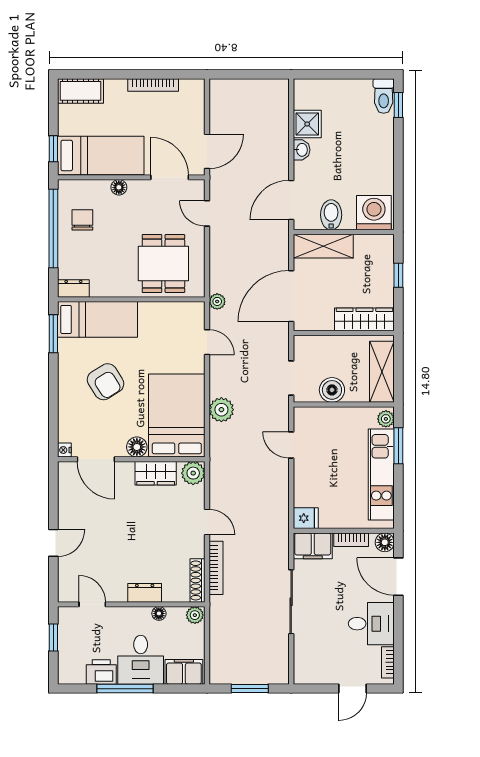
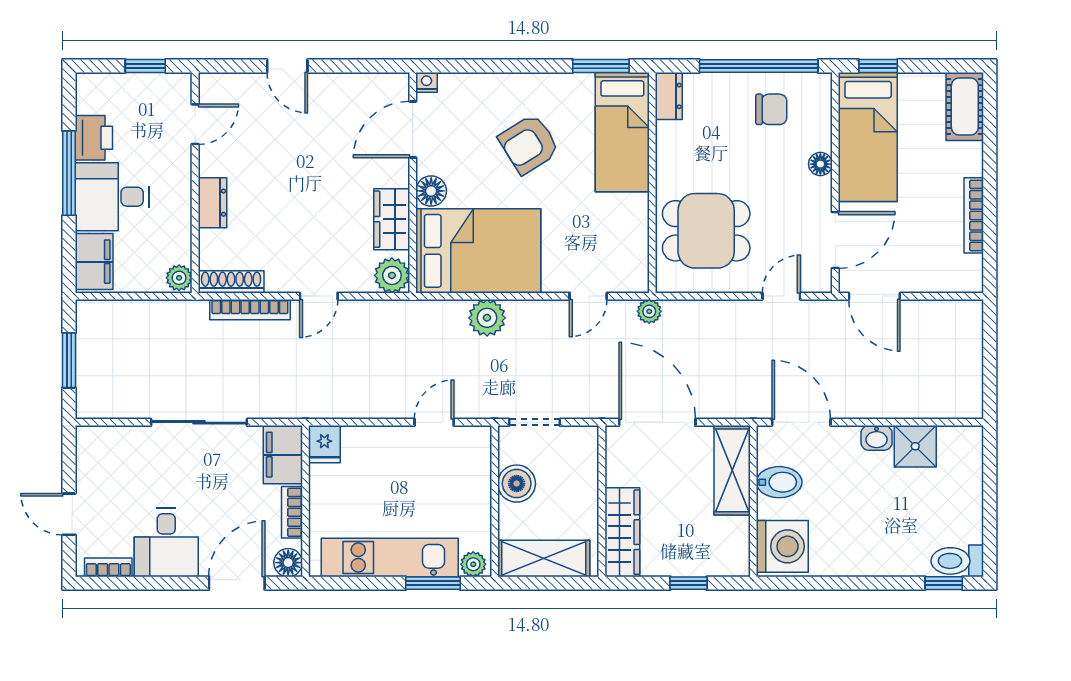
floor lamp: (159, 613) -> (182, 224), removed

